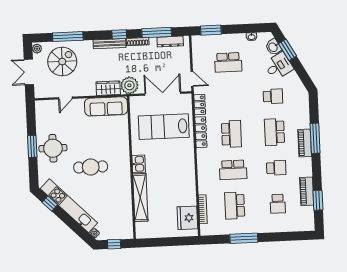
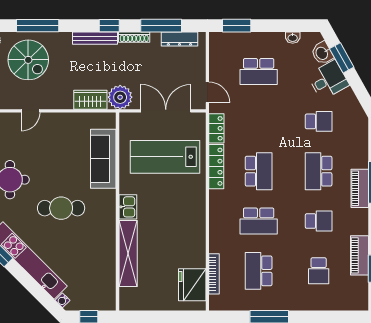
spiral stairs: (62, 62) -> (28, 60), turned 90
sofa: (106, 106) -> (103, 159), moved, turned 90

